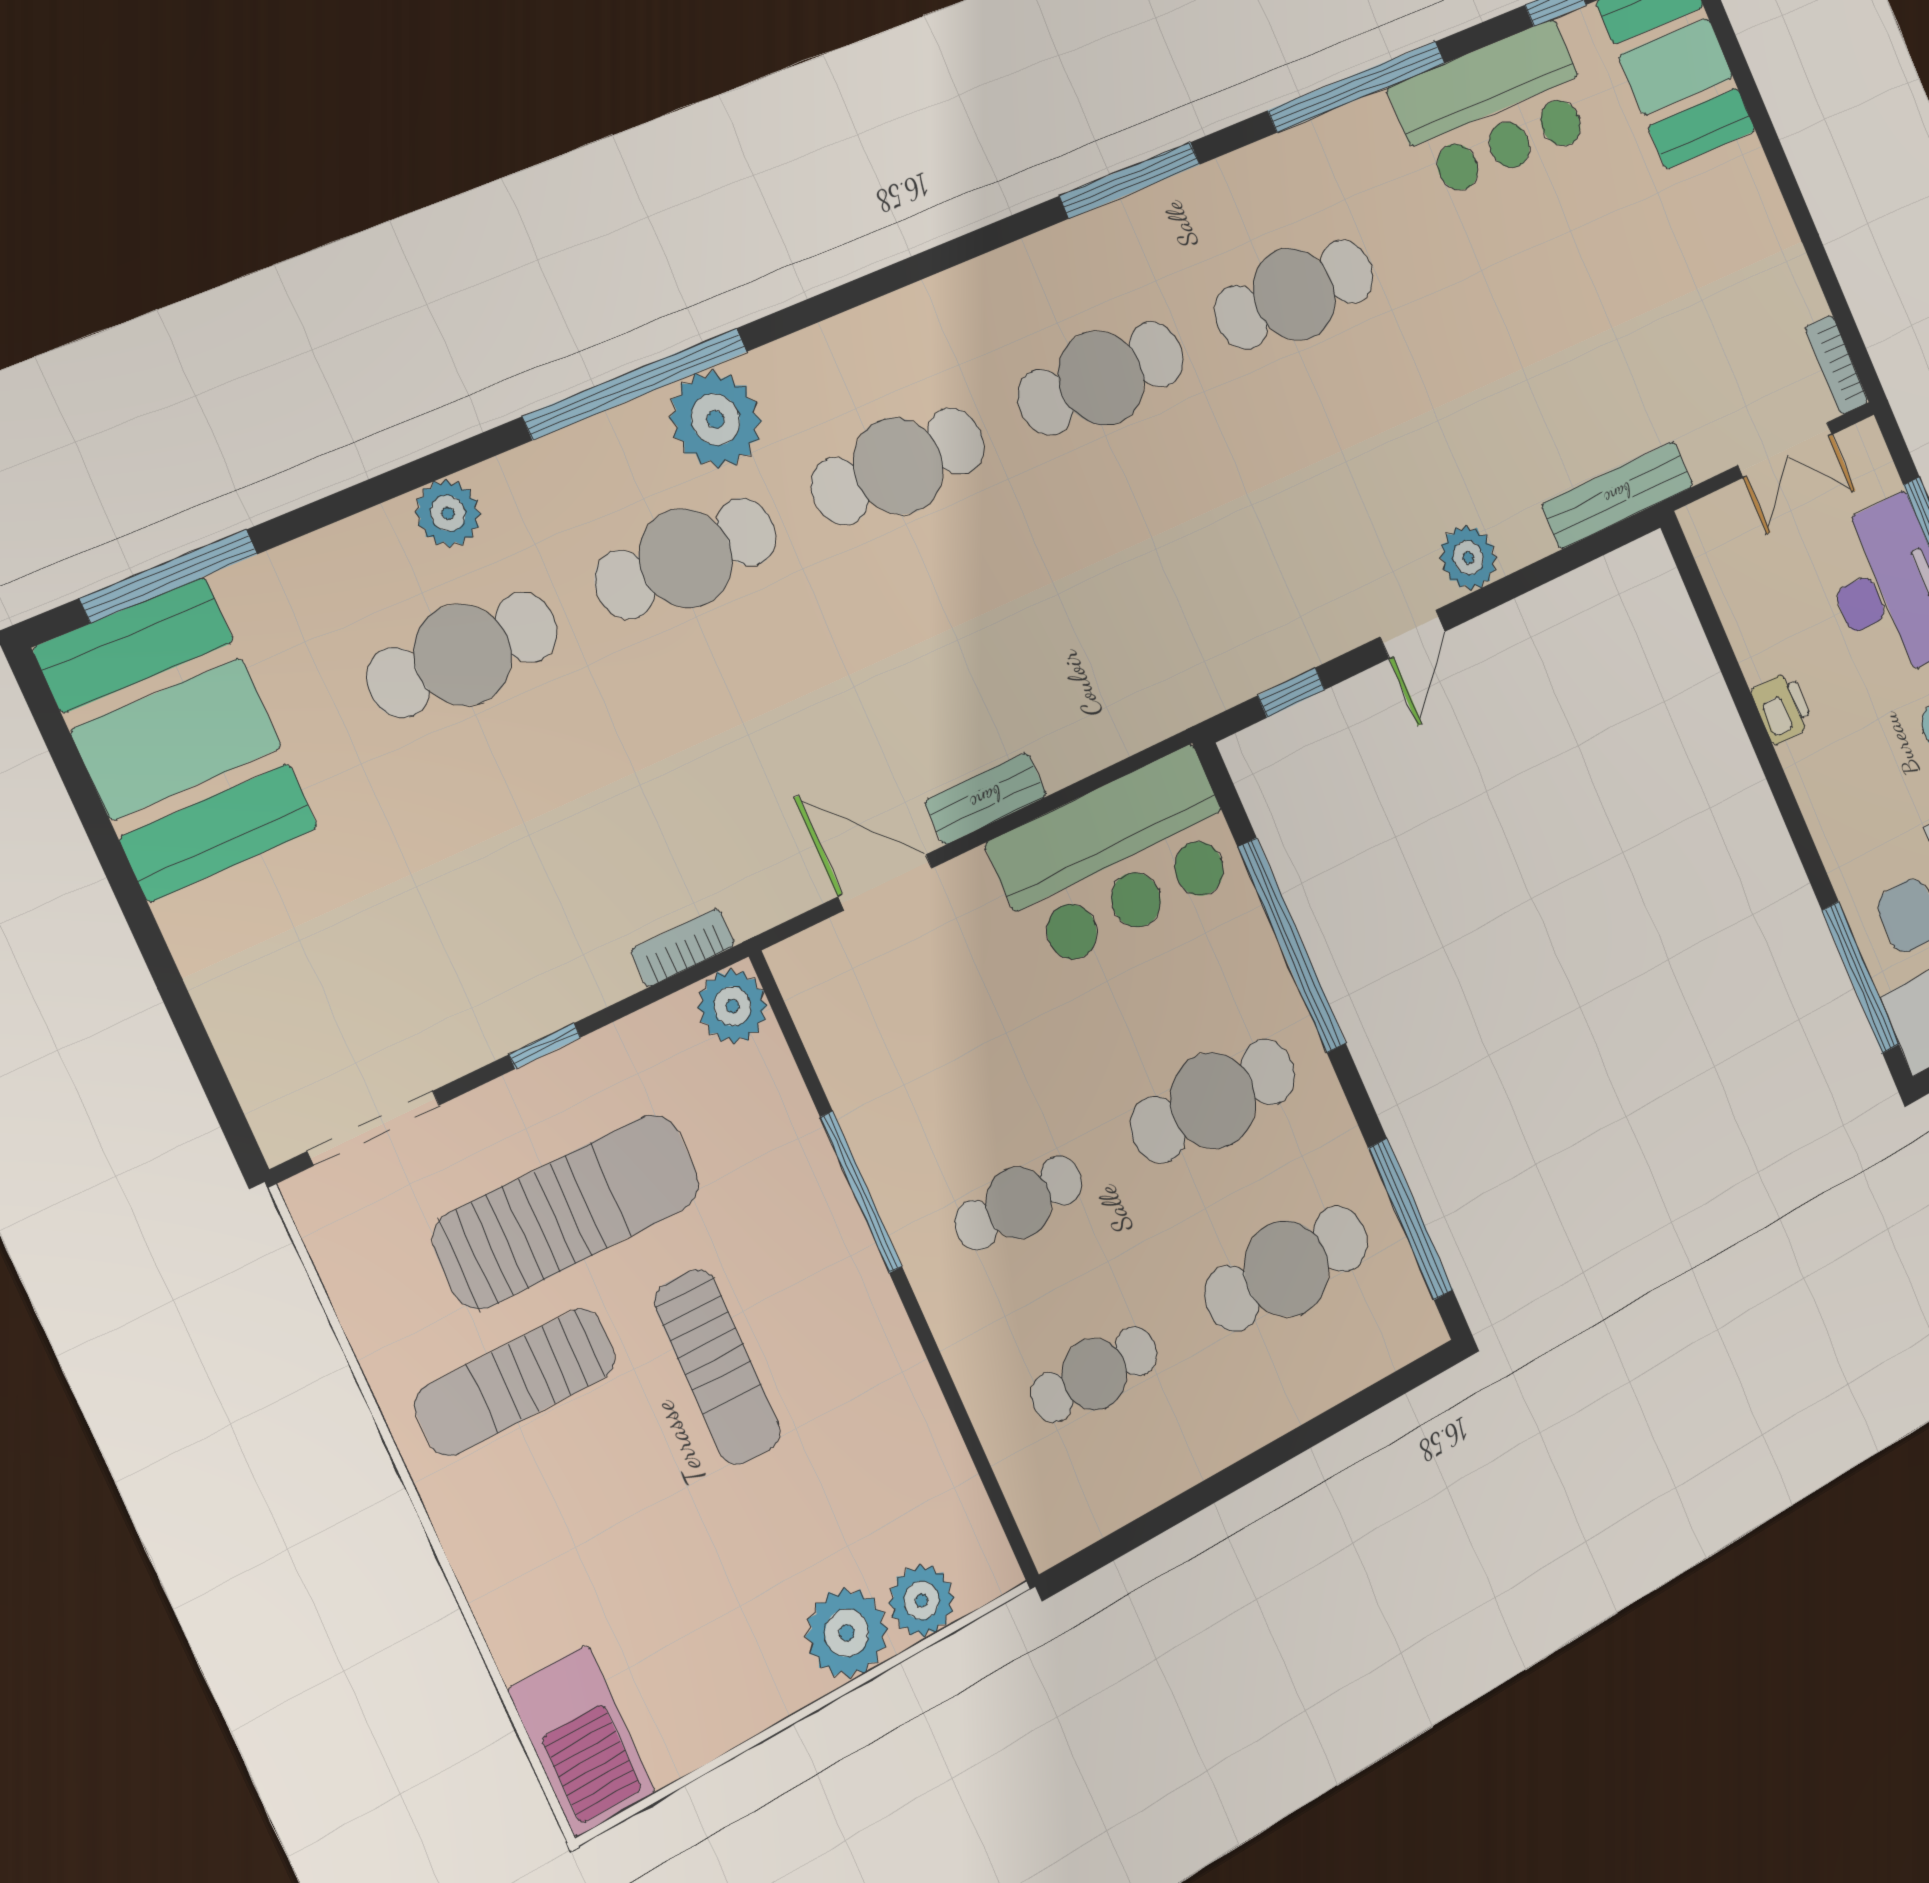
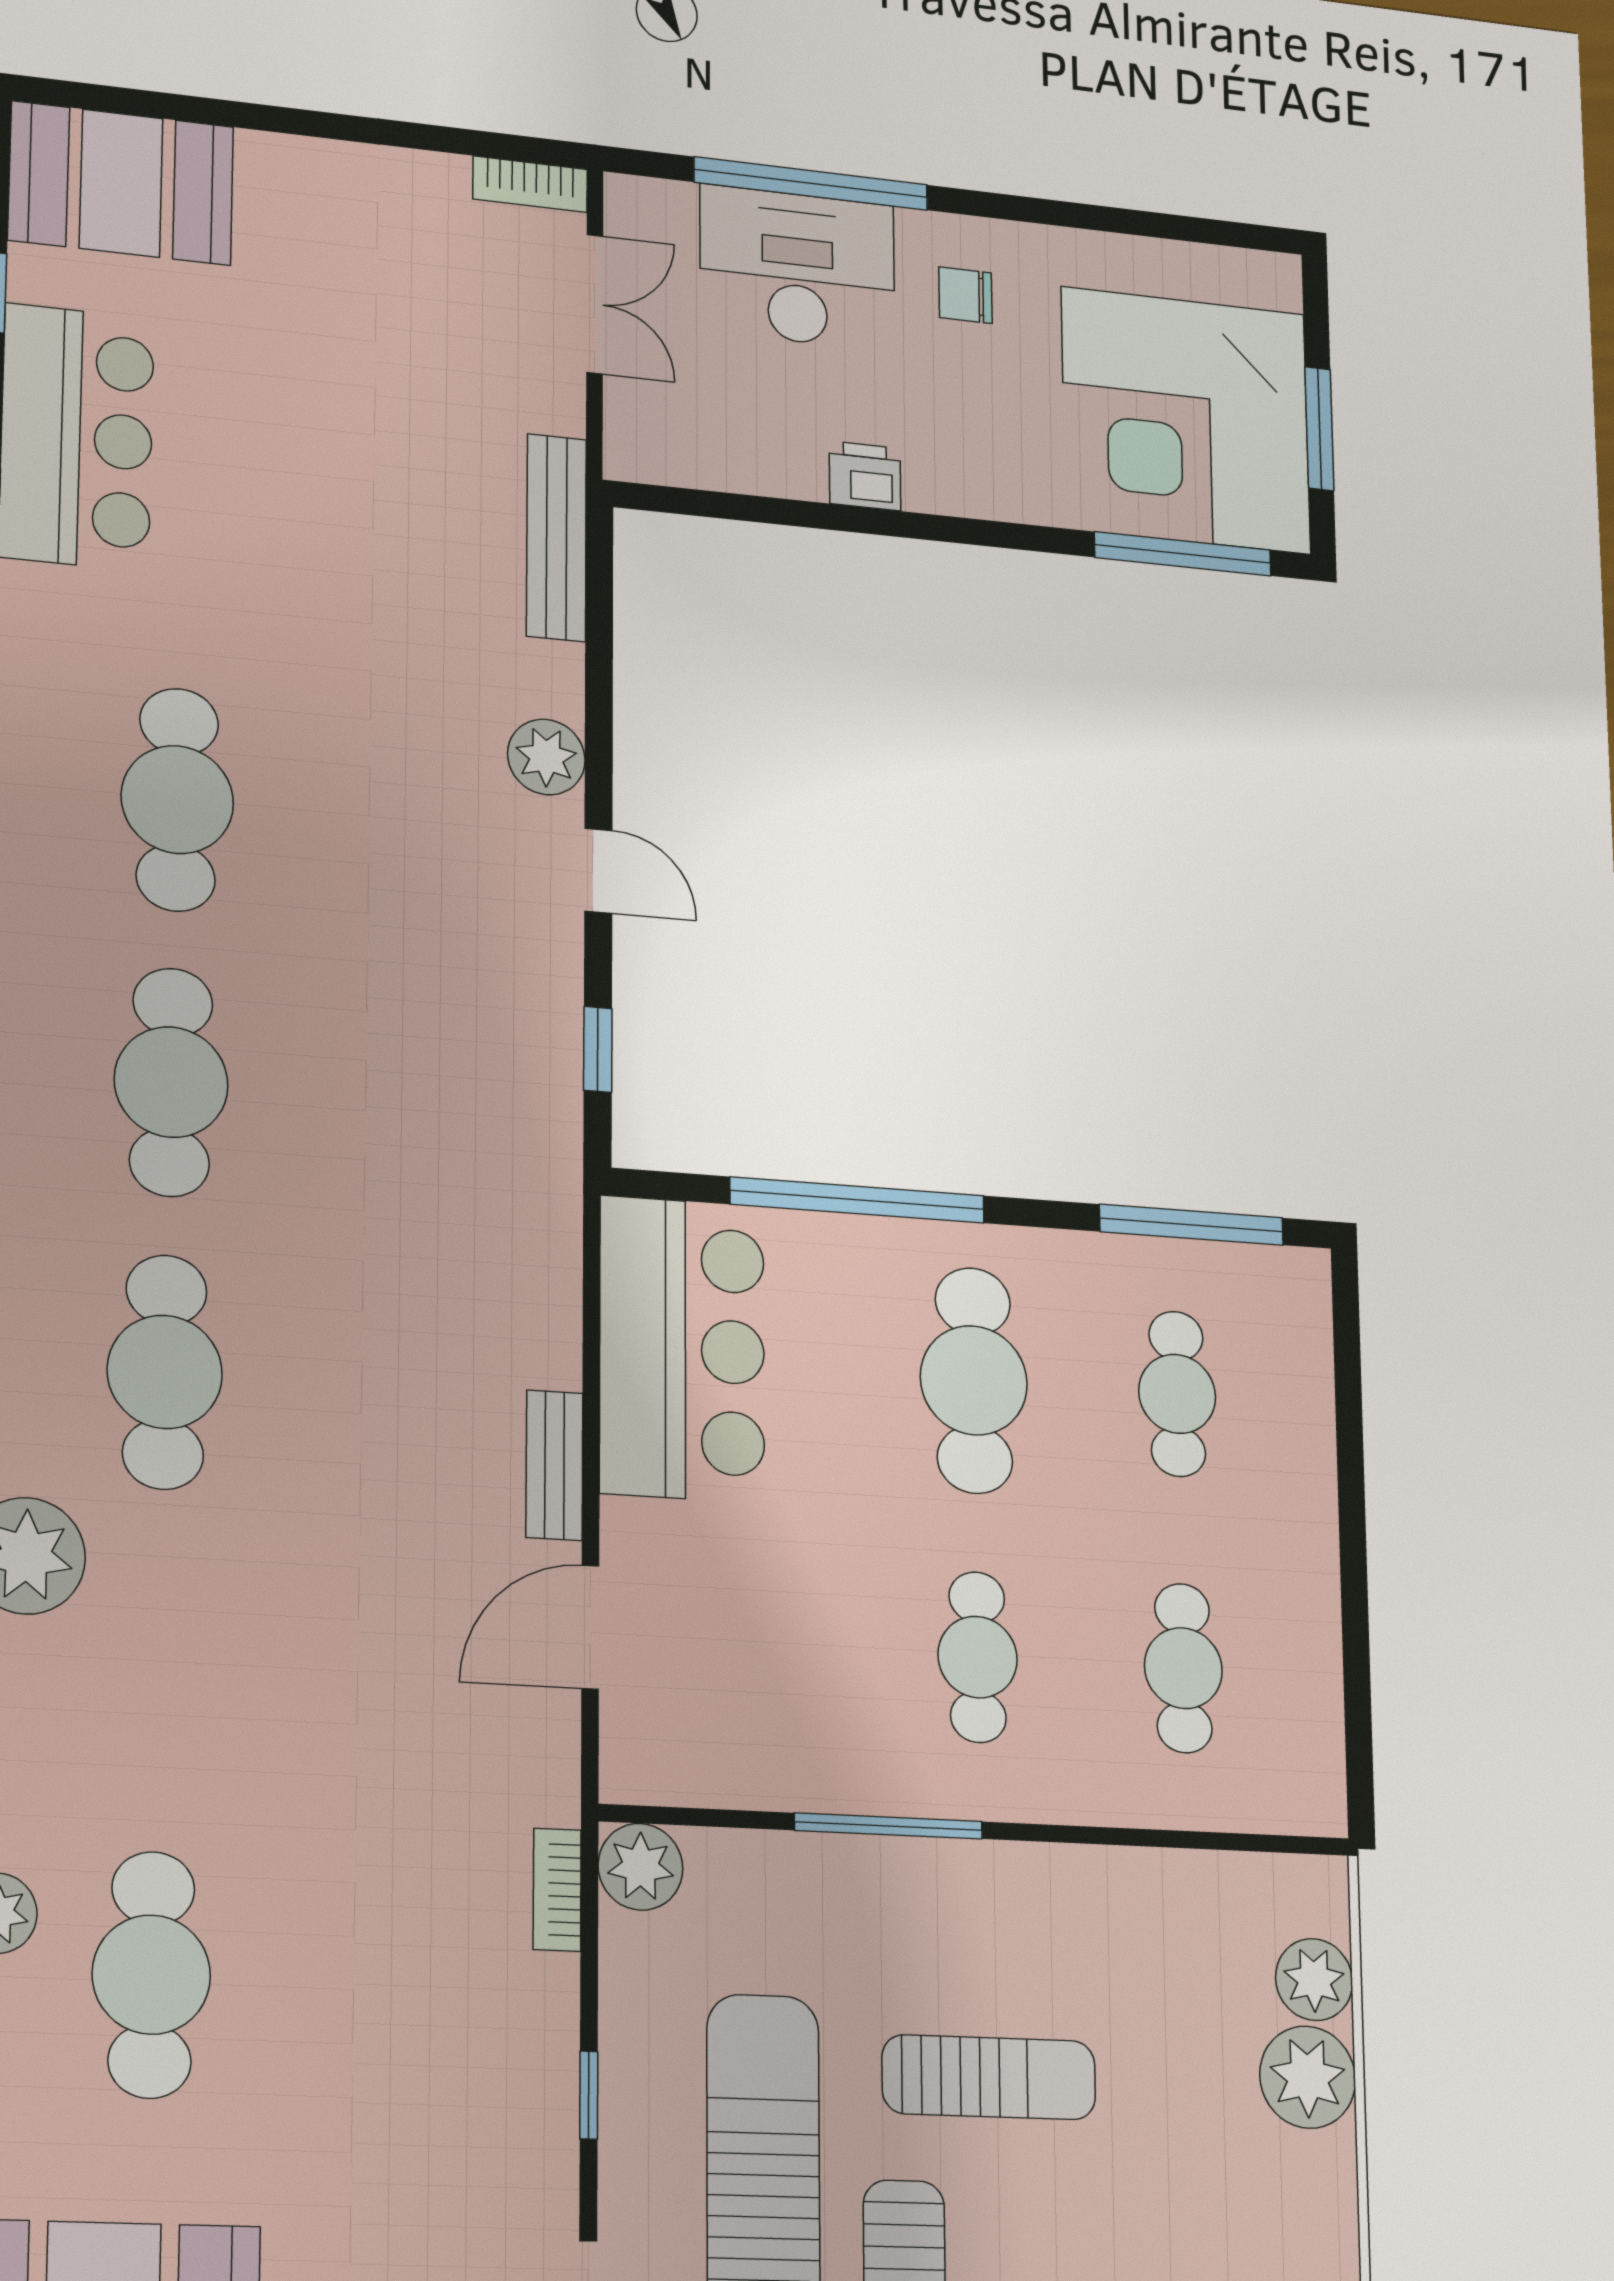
cafe table: (686, 558) -> (158, 1669), removed
cafe table: (1286, 1269) -> (1177, 1394), width x0.73, depth x0.74

